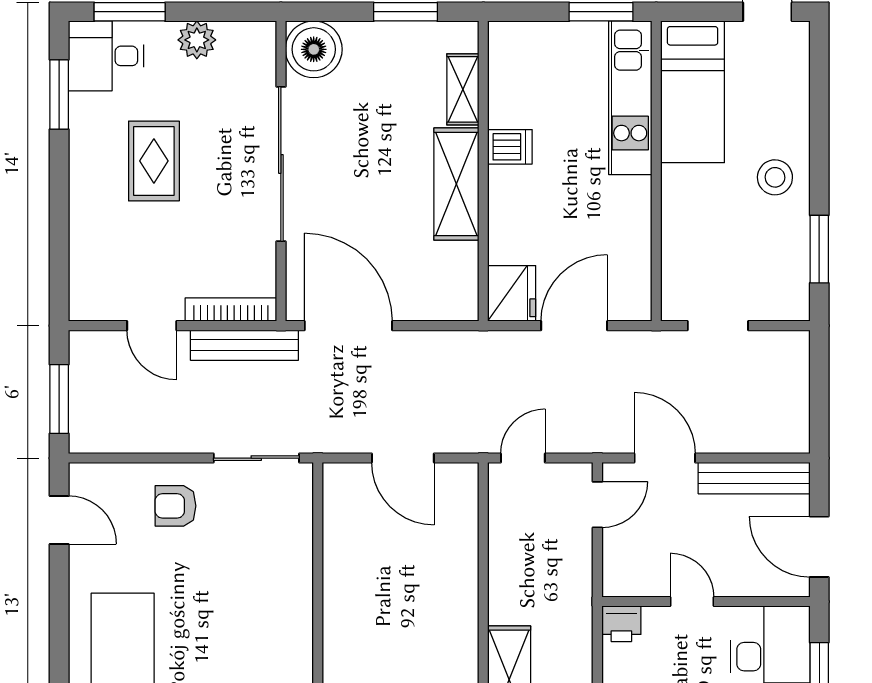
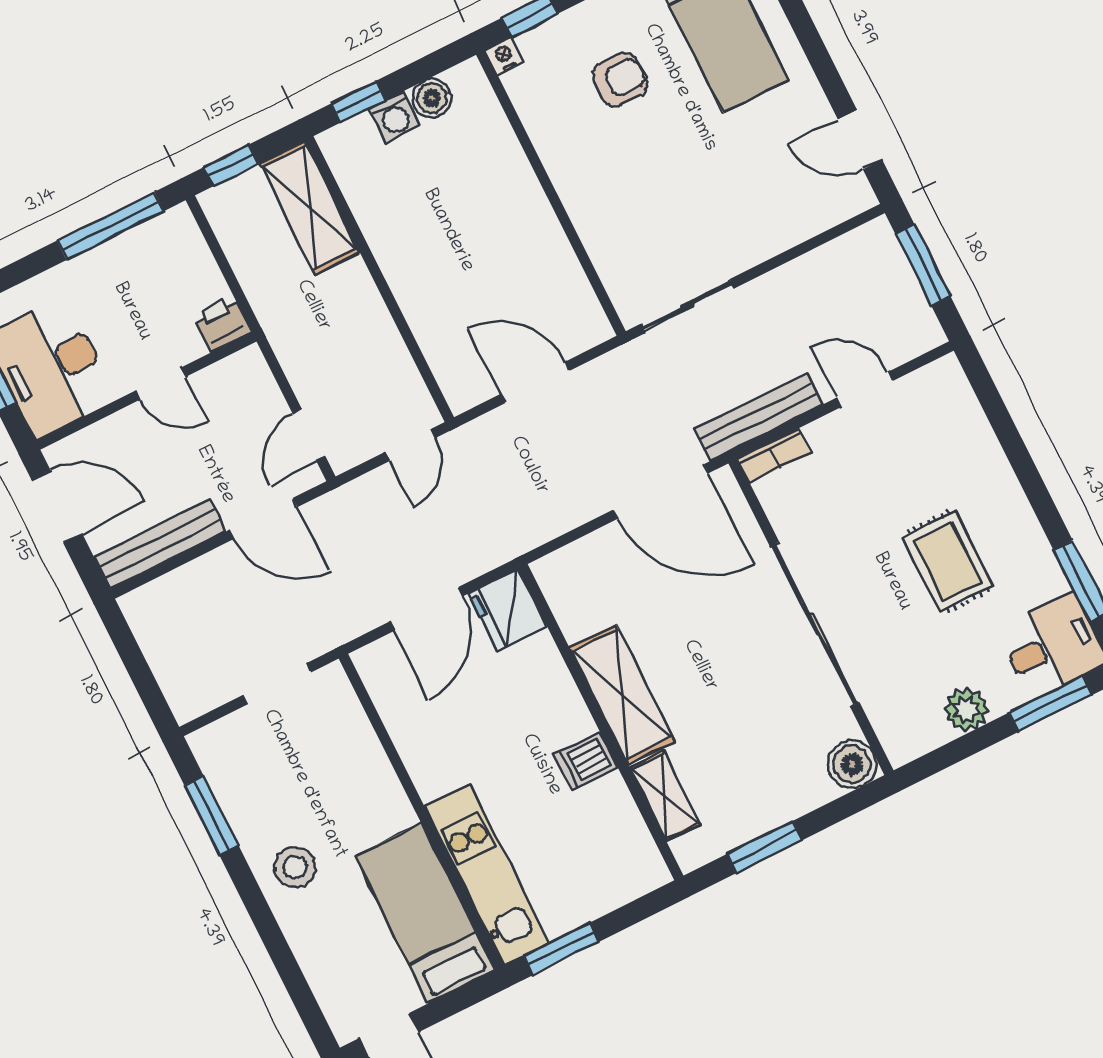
boiler: (314, 49) -> (852, 764), width x0.73, depth x0.73
bookcase: (231, 309) -> (774, 456), width x0.64
armchair: (175, 506) -> (620, 80), moved

